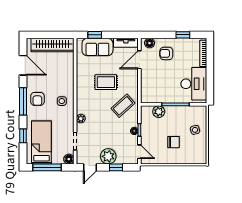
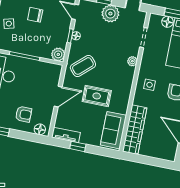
window: (95, 35) -> (78, 146), moved
wardrobe: (52, 45) -> (135, 130), moved, turned 90
sofa: (97, 47) -> (113, 130), moved, turned -90
door: (139, 60) -> (58, 97), moved
plant: (159, 112) -> (58, 54), moved
floor lamp: (69, 159) -> (167, 22), moved

